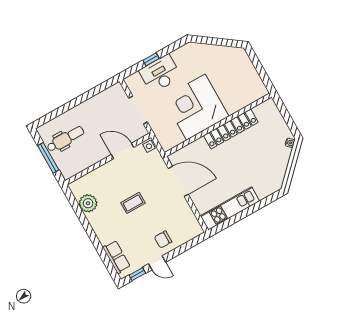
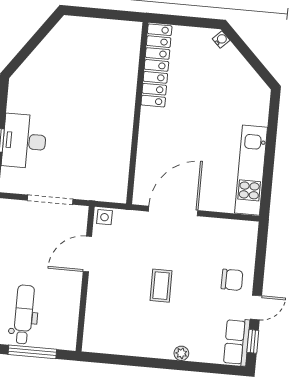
corner desk: (196, 107) -> (96, 125), removed
locker: (231, 129) -> (156, 65), moved
plant: (88, 203) -> (181, 353), moved, width x0.53, depth x0.53
chair: (163, 239) -> (232, 280), turned -90
row of seats: (117, 257) -> (237, 342), moved, turned -90

